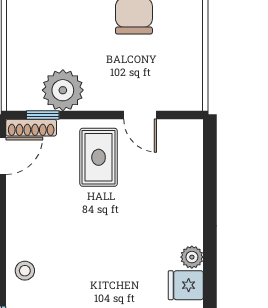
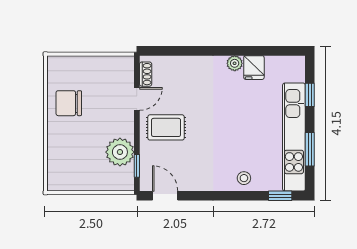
shoe rack: (31, 128) -> (146, 74), moved, width x0.70

